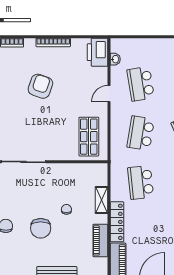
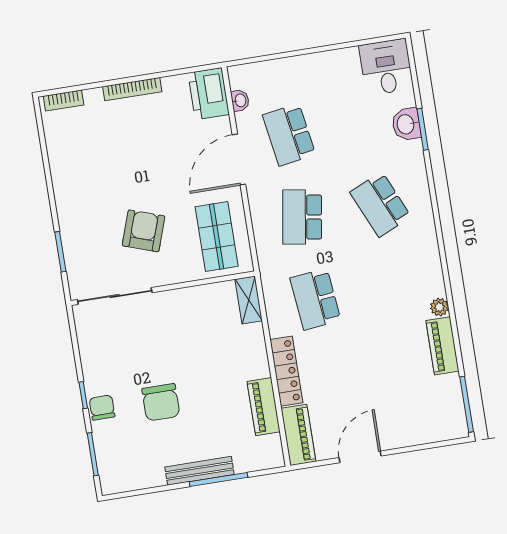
armchair: (40, 86) -> (144, 231), moved
door: (109, 94) -> (239, 160), width x1.87
shelving: (102, 200) -> (249, 300), moved
chair: (66, 209) -> (199, 364), removed

